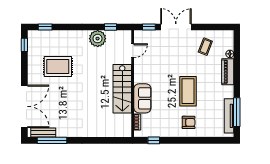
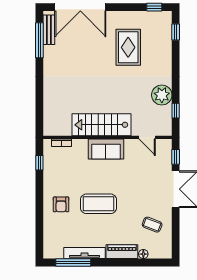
sofa: (142, 98) -> (106, 149), moved
tv unit: (229, 116) -> (85, 253), moved

